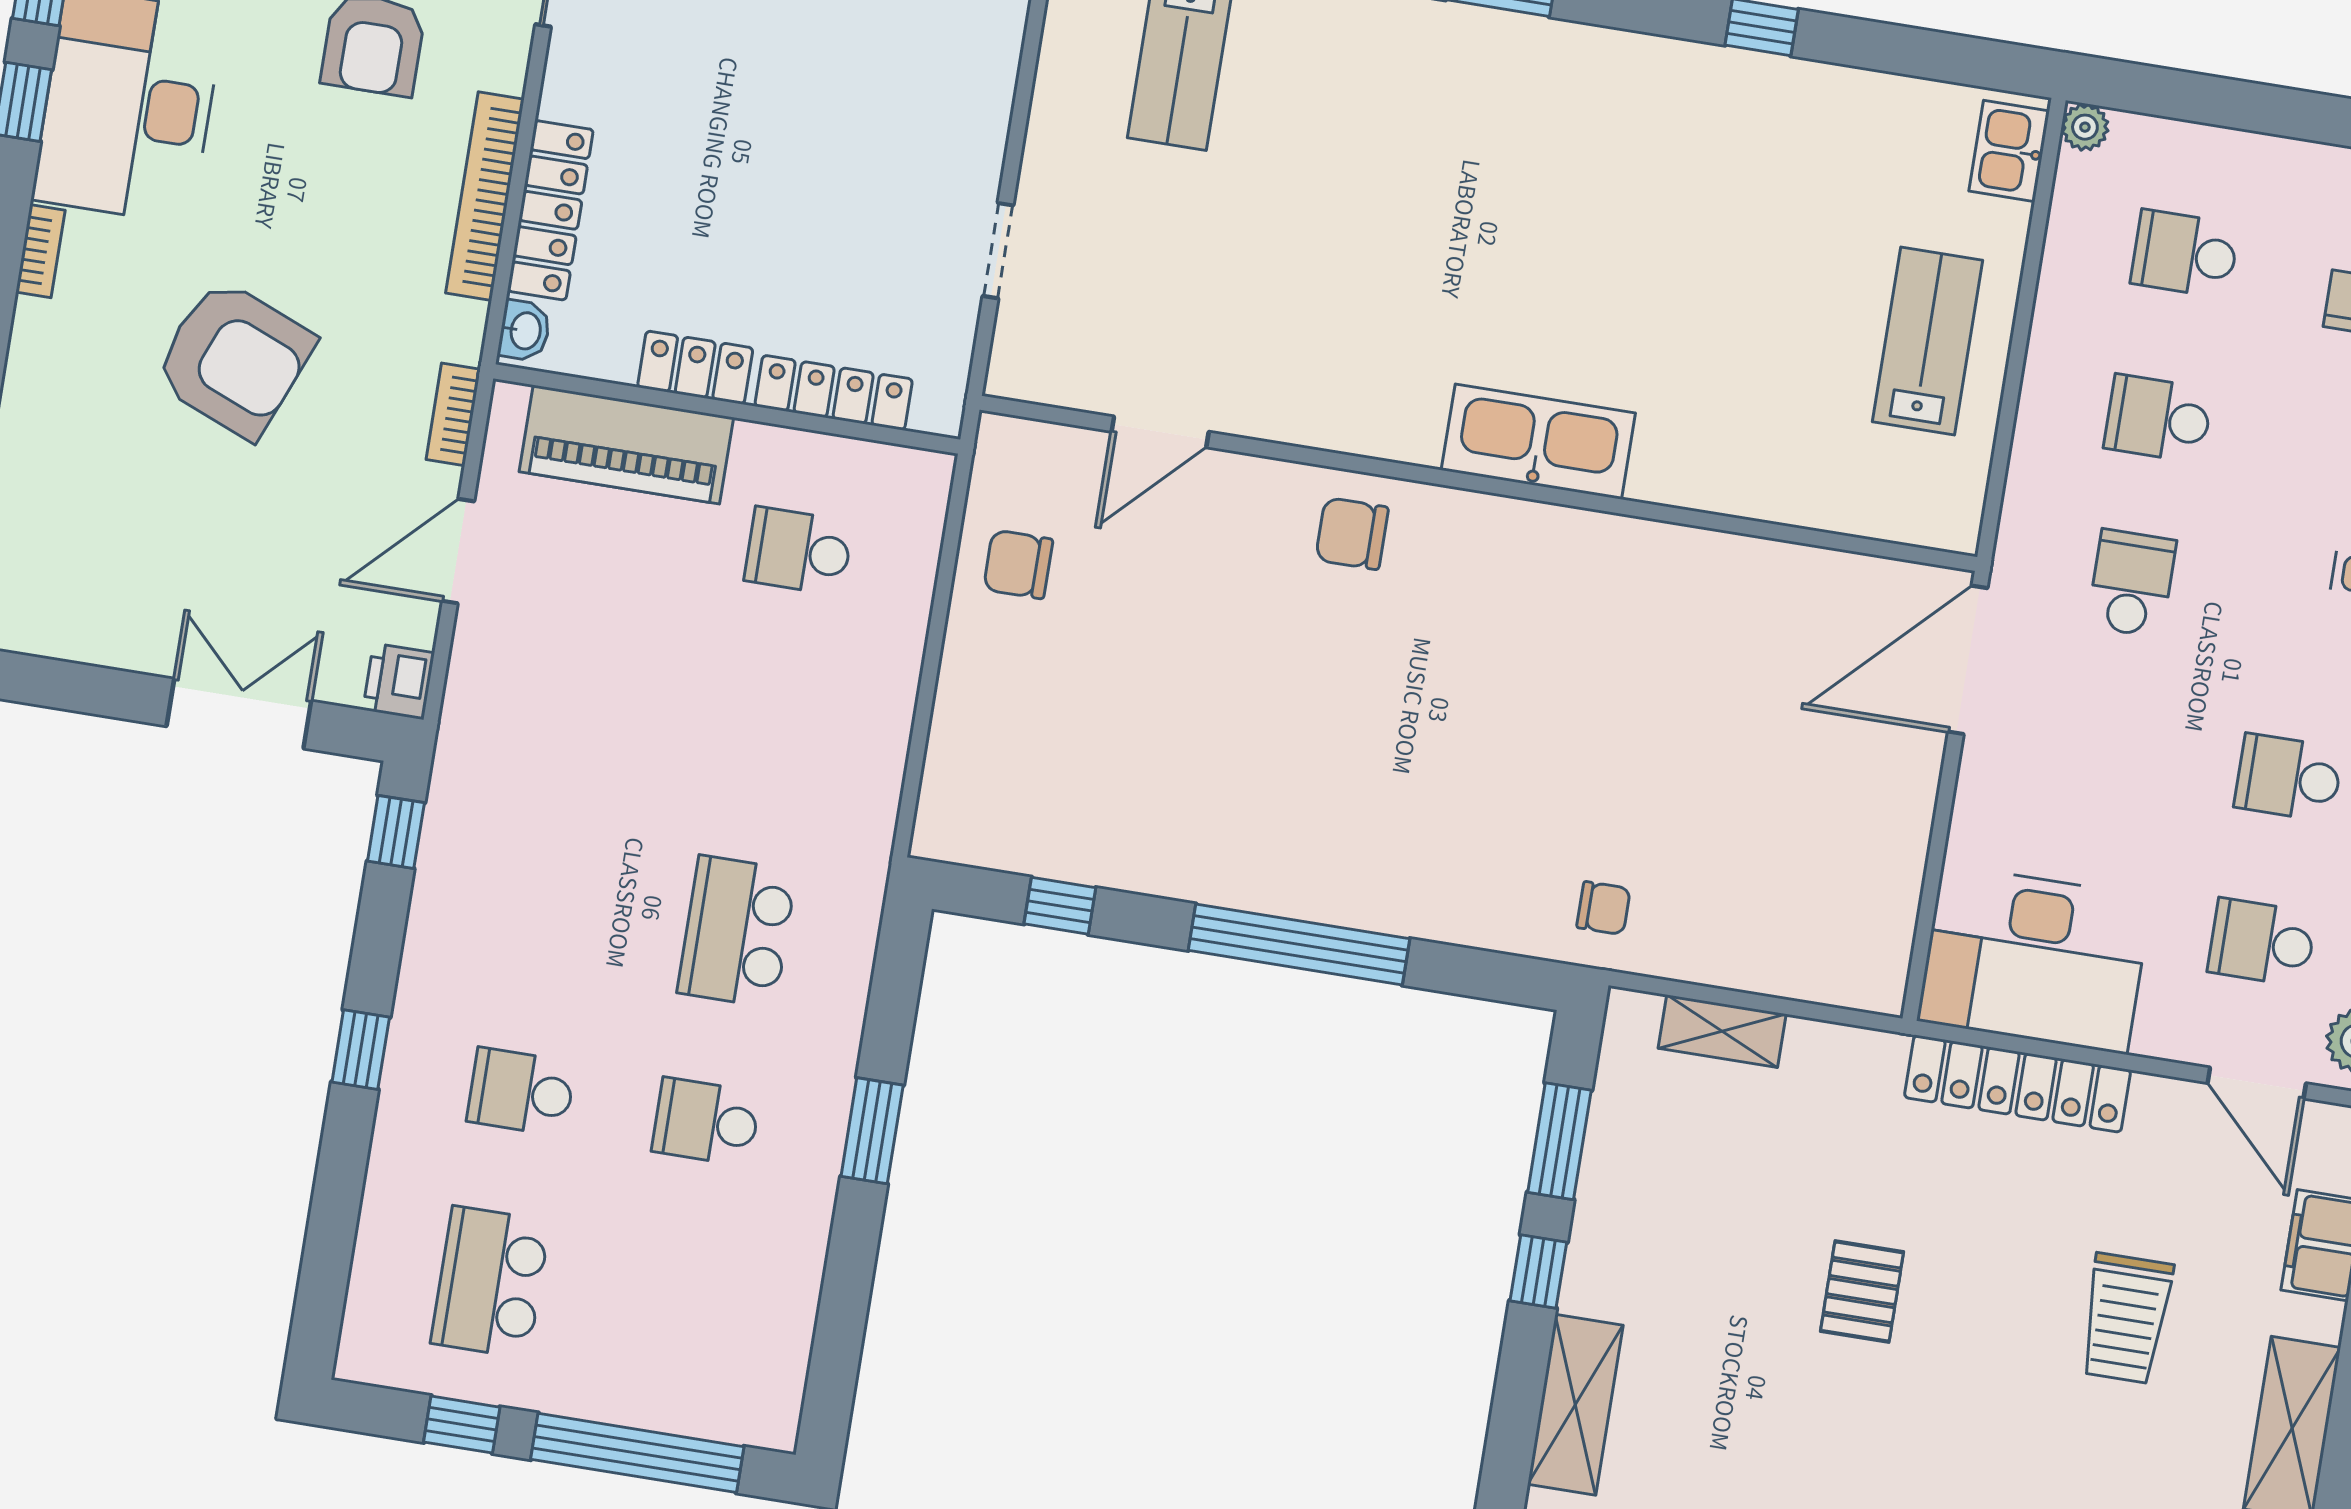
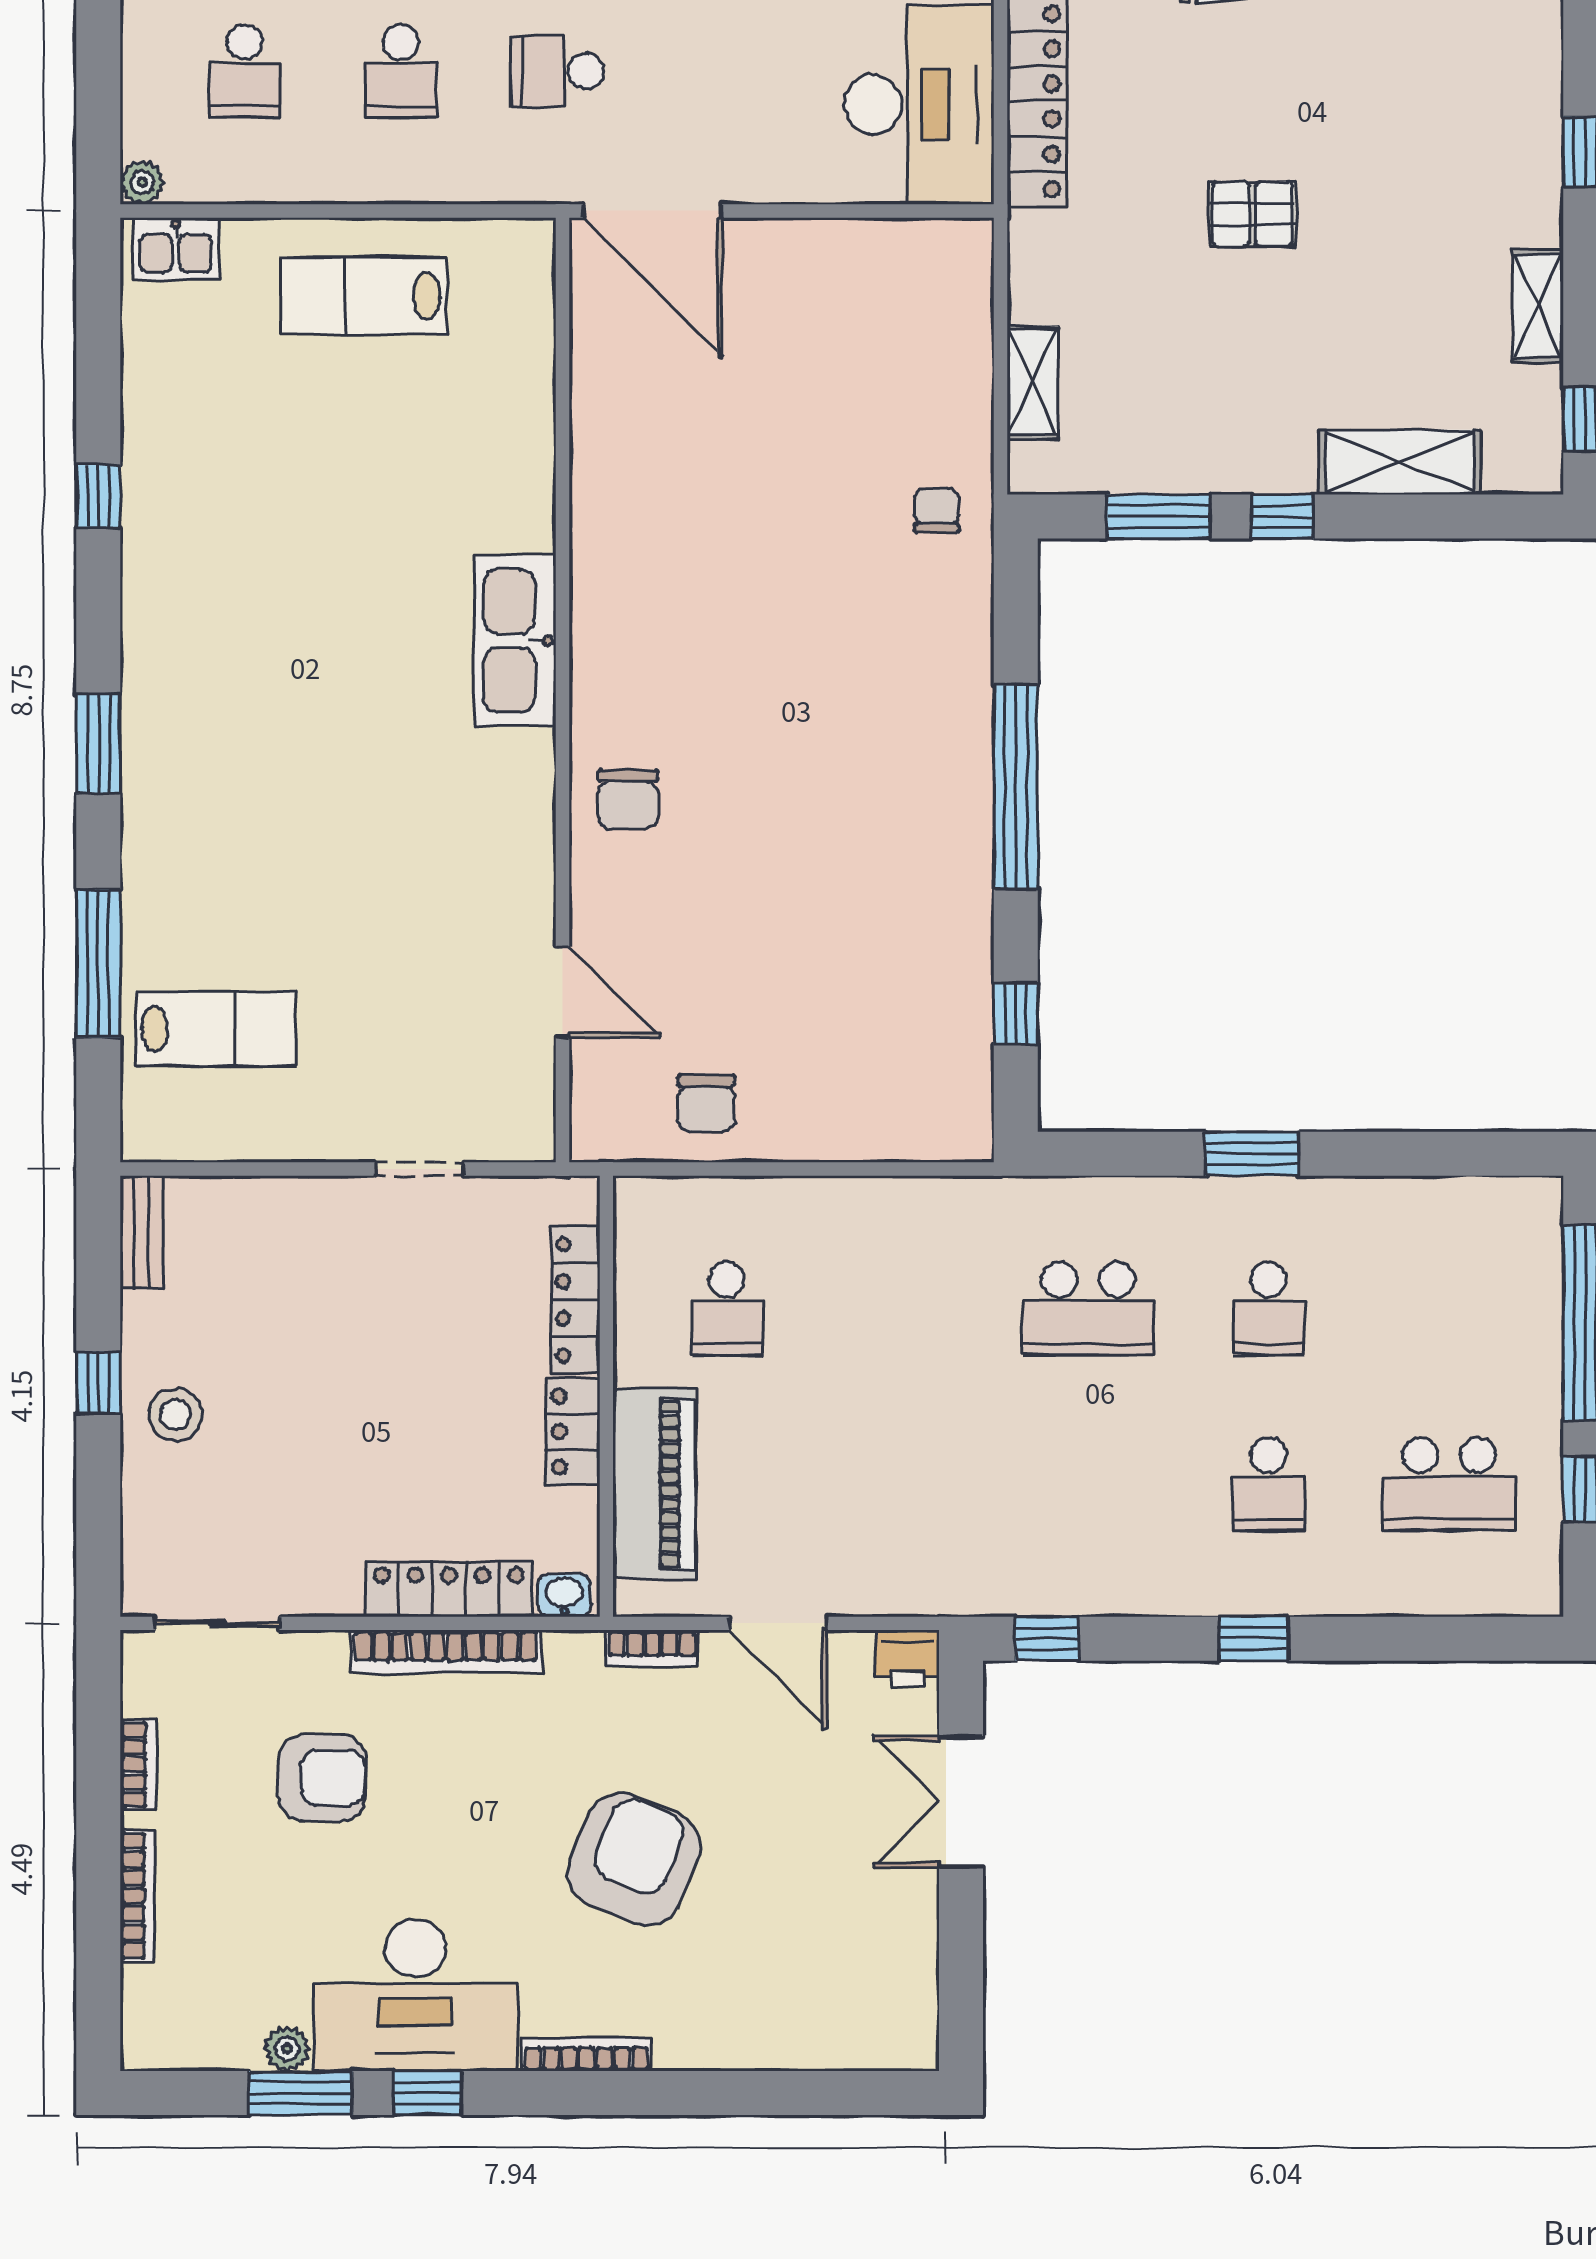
bookcase: (40, 251) -> (587, 2055), width x1.56

